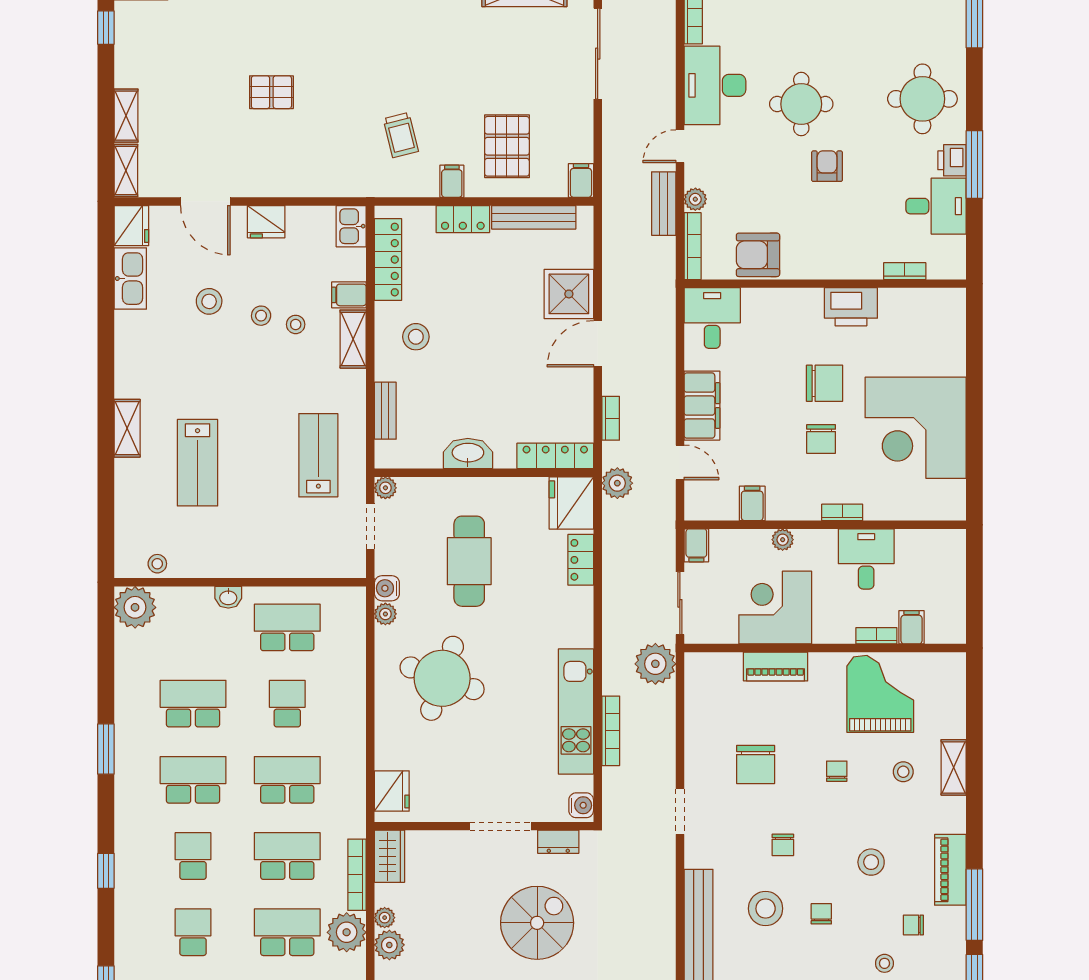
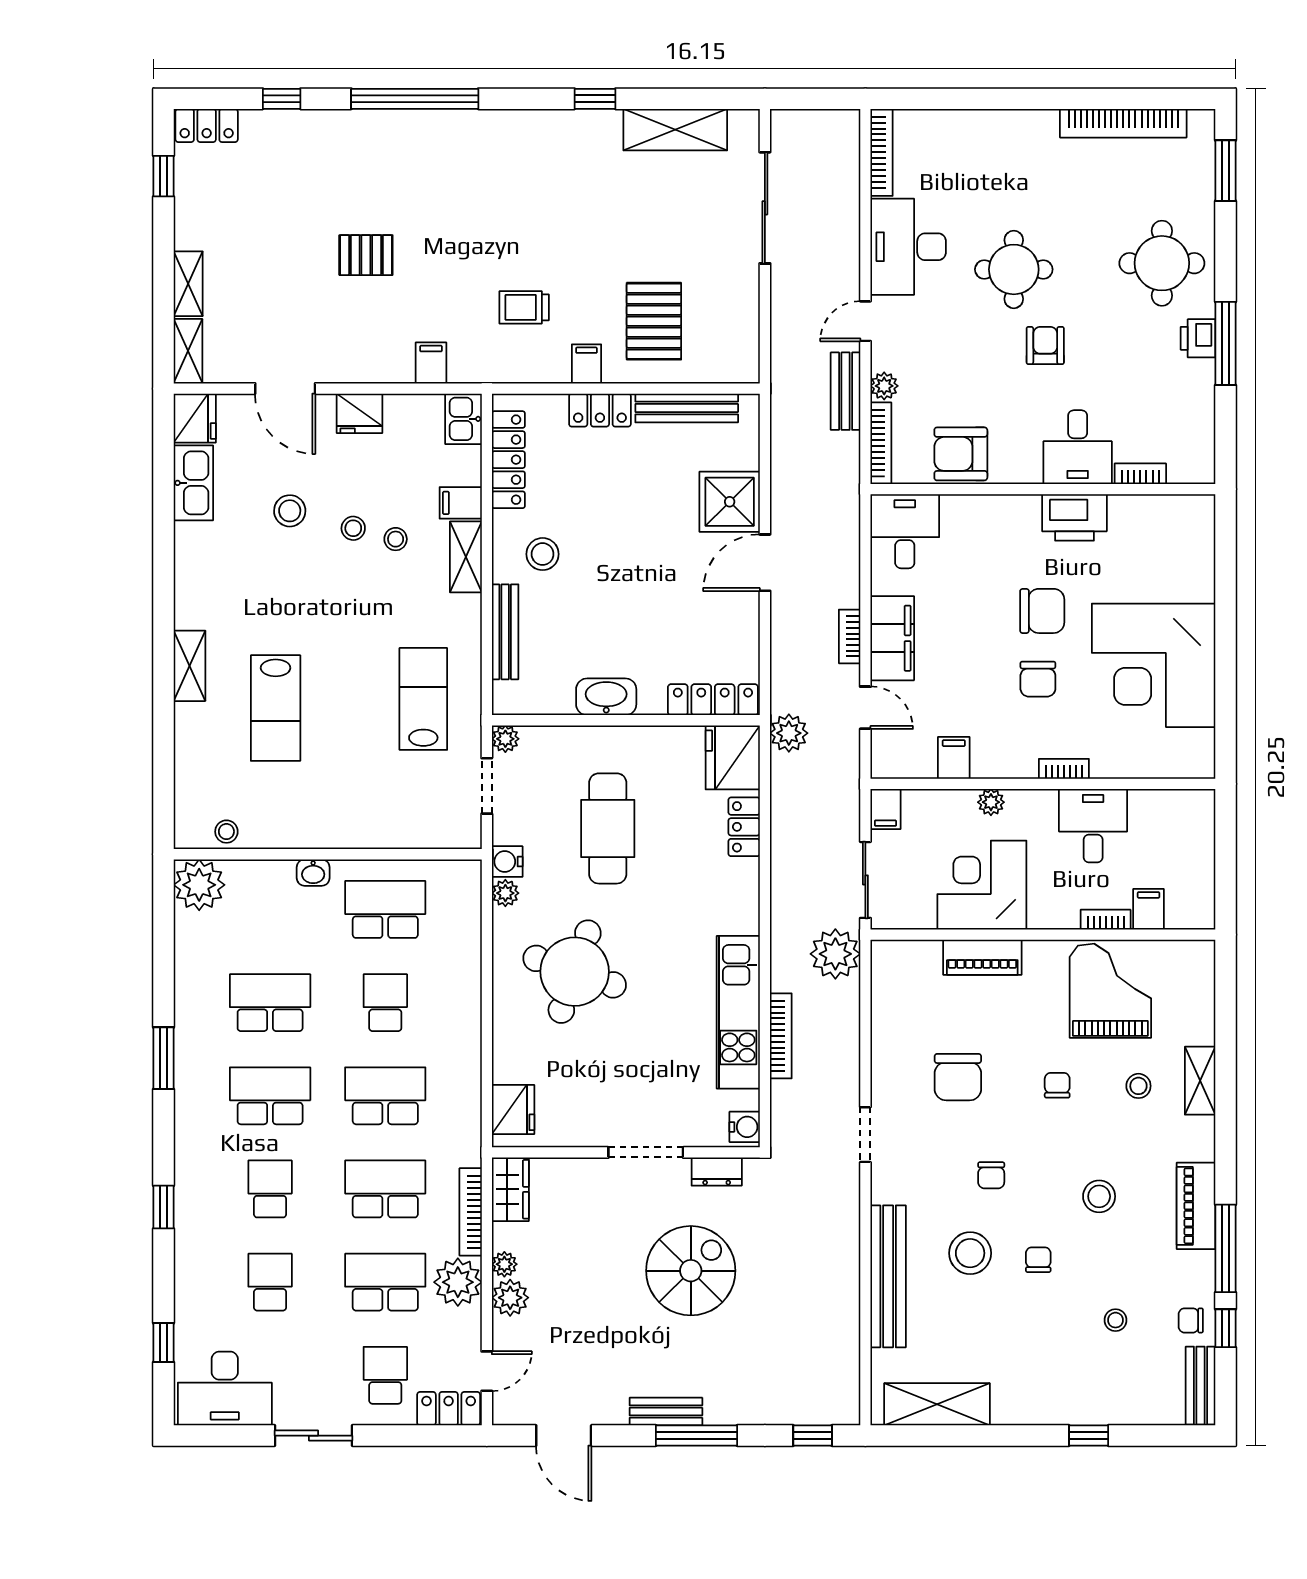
trolley: (401, 135) -> (524, 307), turned 104
filing cabinet: (581, 180) -> (431, 363), moved
desk: (936, 206) -> (1078, 447), moved, turned 90
bench: (385, 411) -> (505, 632), width x1.36
bookcase: (611, 418) -> (850, 636), moved, turned 180
chair: (913, 925) -> (1191, 1320), moved

